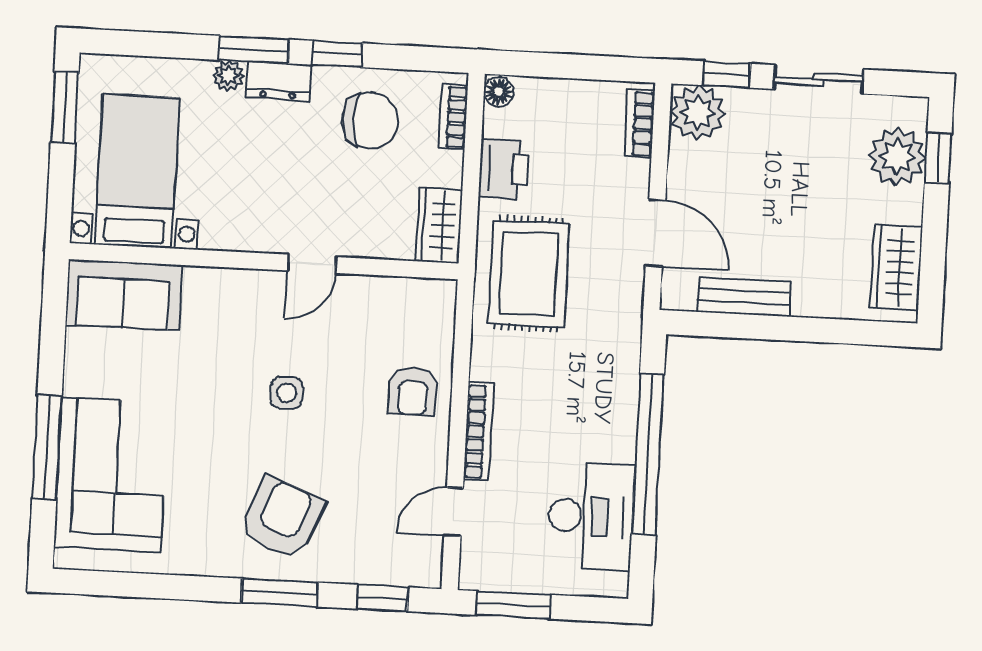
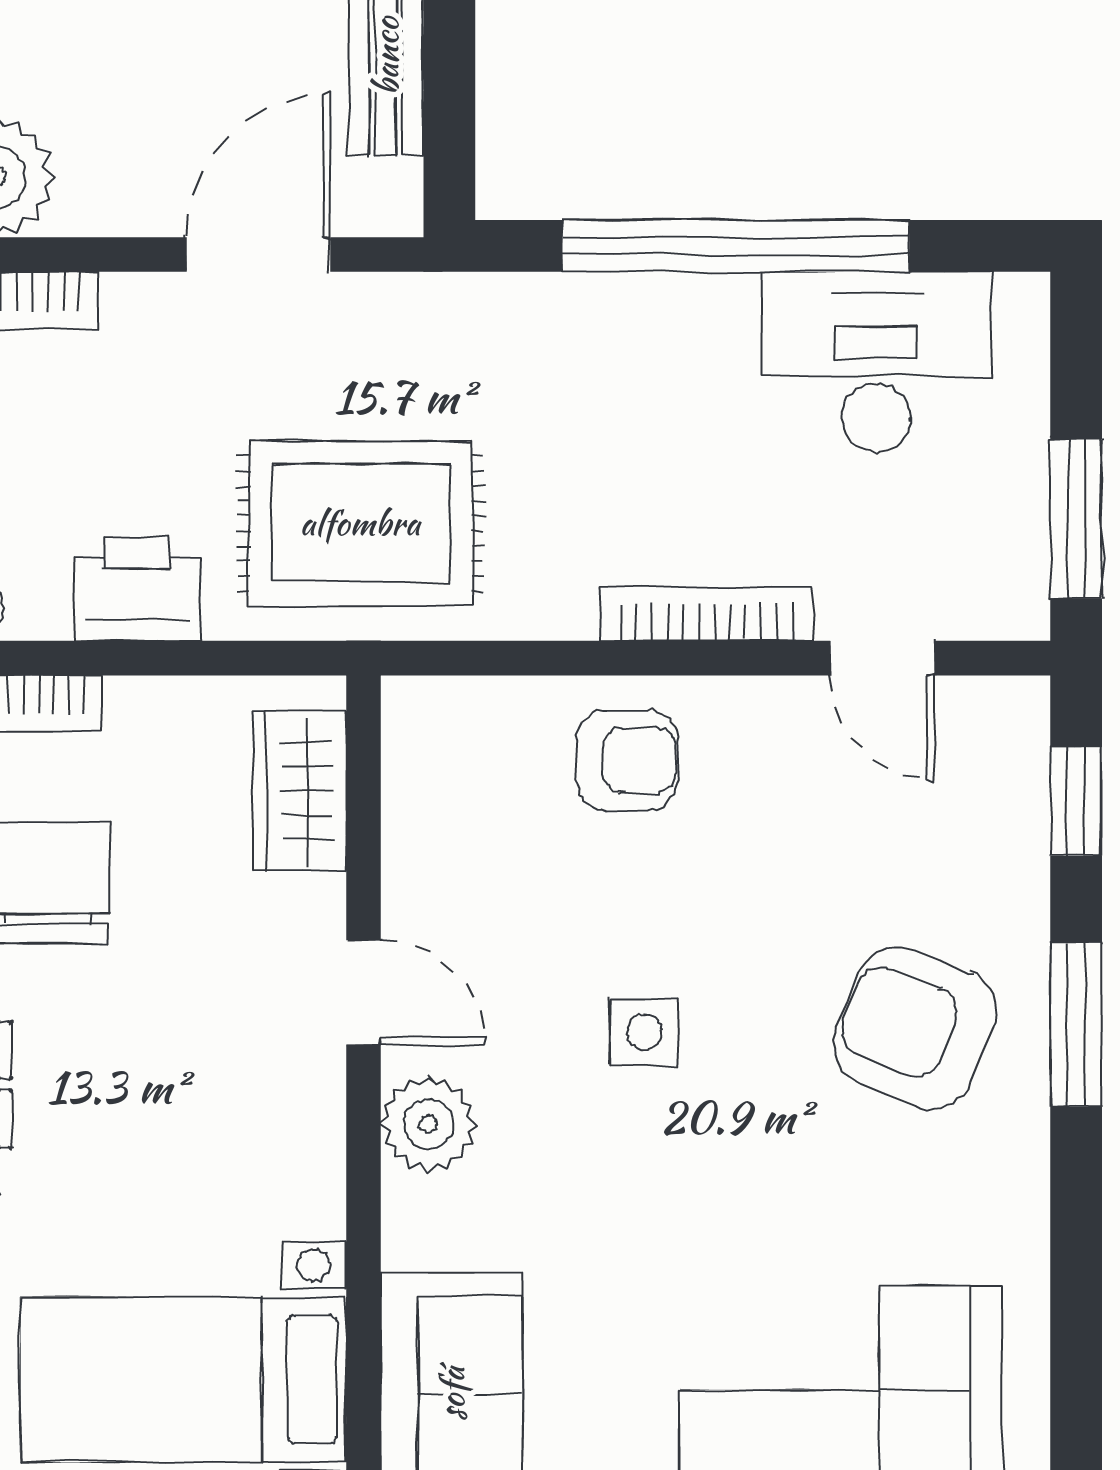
wardrobe: (439, 225) -> (300, 791), moved, turned 90
plant: (249, 291) -> (428, 1124), added

